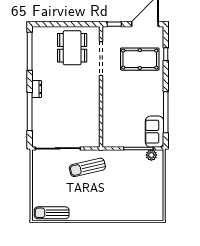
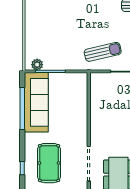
pool table: (140, 59) -> (49, 163), turned 90
sofa: (155, 132) -> (36, 102), width x1.85, depth x1.27

